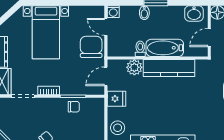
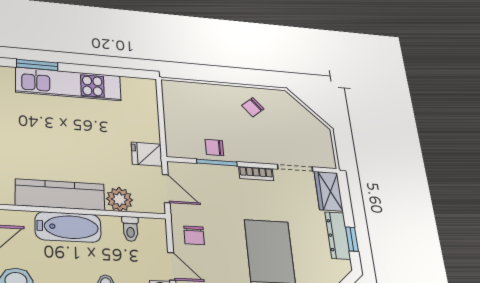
chair: (91, 47) -> (194, 235), width x0.54, depth x0.54
toilet: (140, 49) -> (130, 229), moved
door: (106, 76) -> (166, 188), hinge flipped
stool: (118, 128) -> (142, 112), removed

